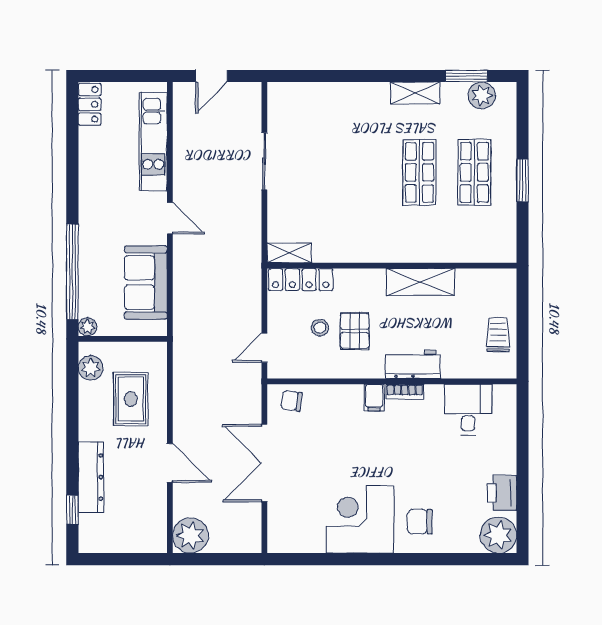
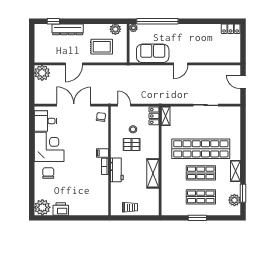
kitchen unit: (153, 142) -> (214, 57), removed
shop shelf: (364, 172) -> (201, 149), added
locker: (301, 280) -> (154, 116), width x0.66
desk: (468, 410) -> (46, 121), moved, turned 180

